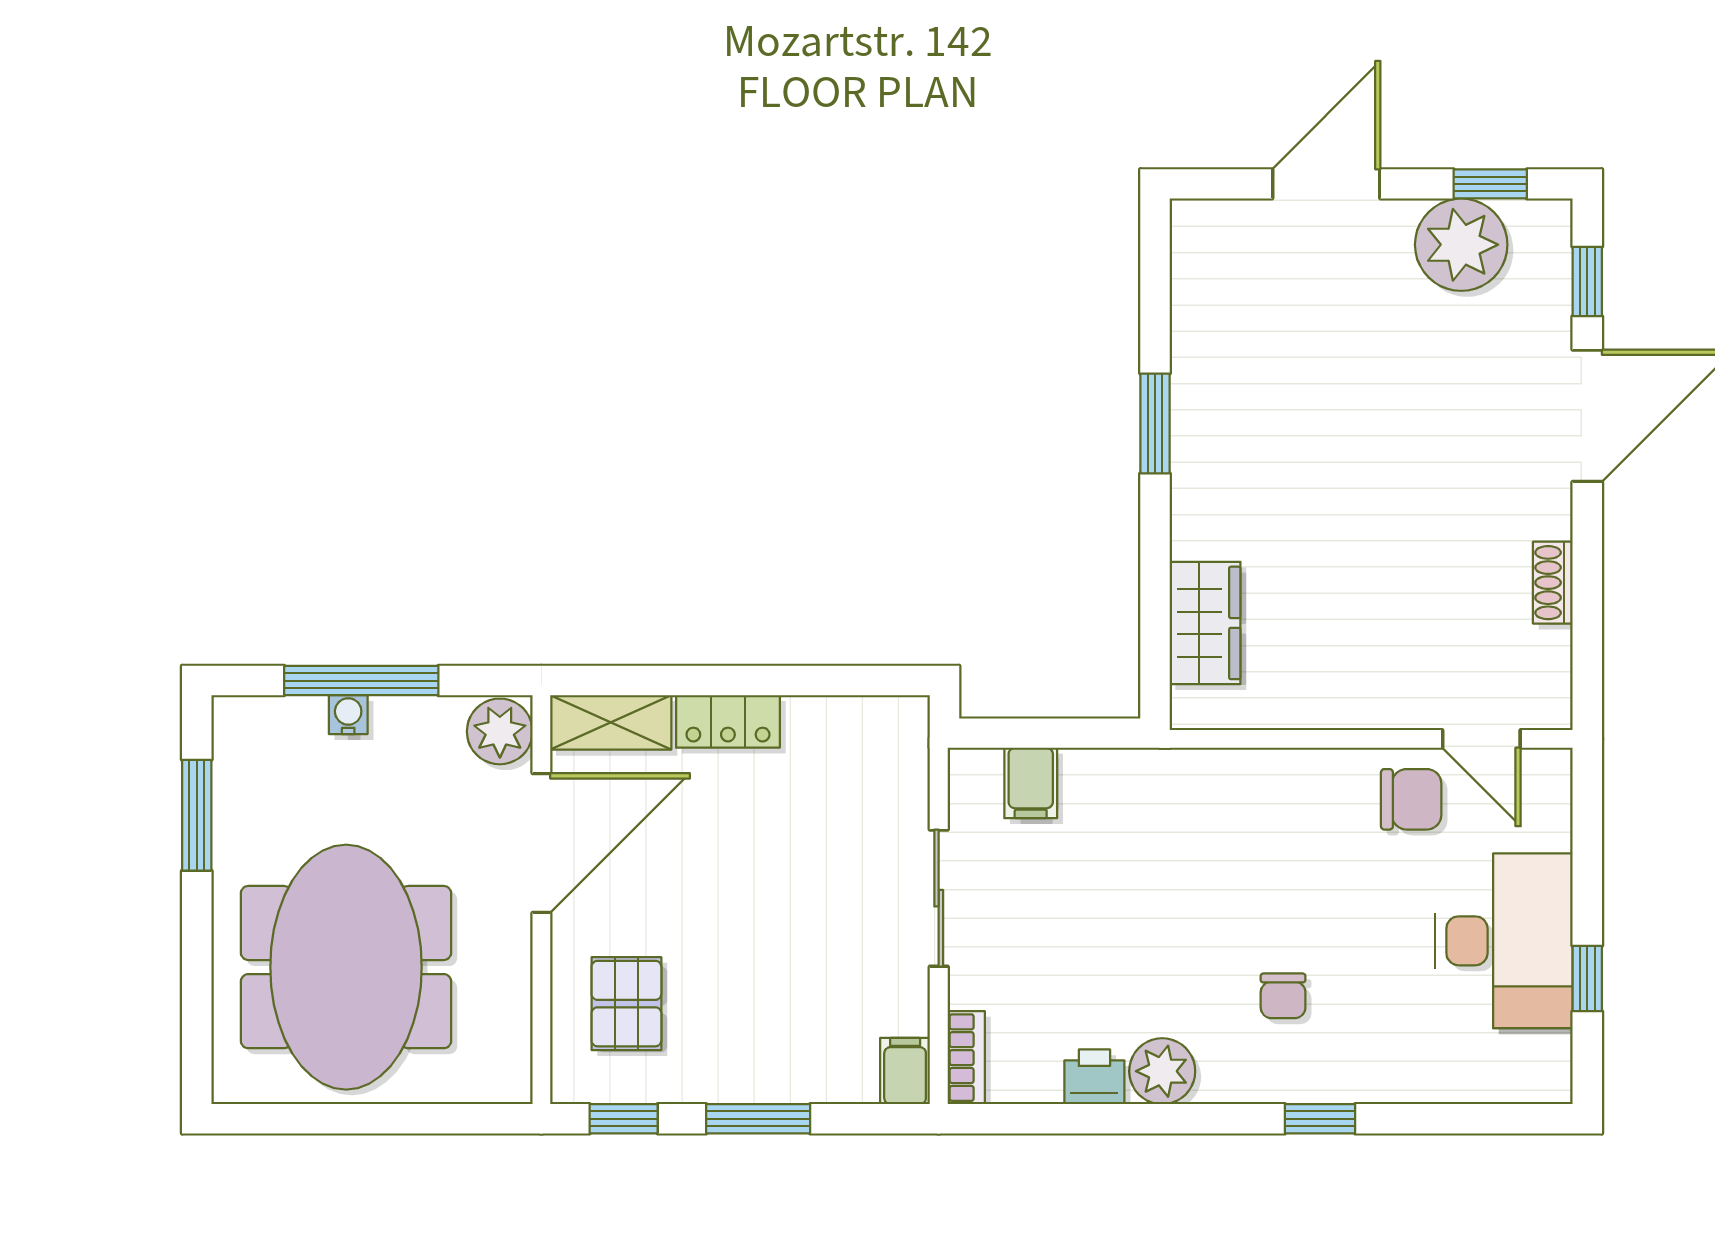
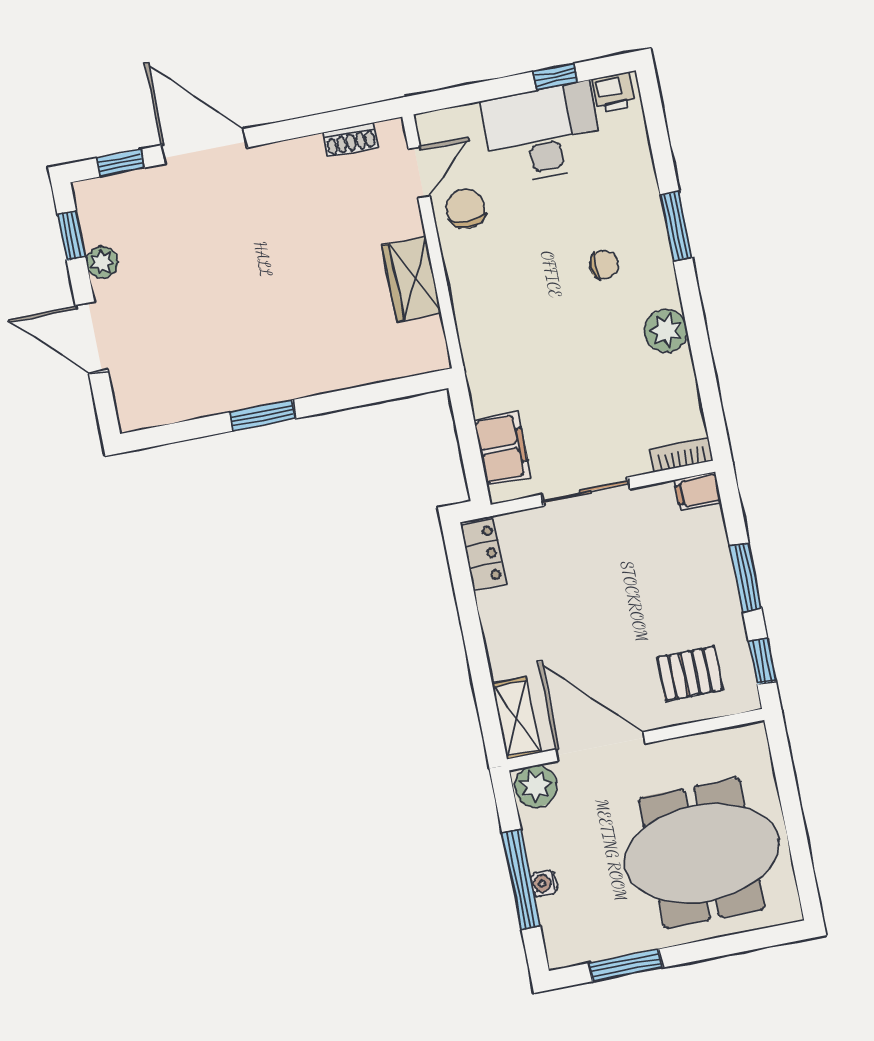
plant: (1461, 245) -> (102, 262), width x0.53, depth x0.53
shoe rack: (1553, 583) -> (351, 140), moved
wardrobe: (1205, 623) -> (411, 279), moved, turned -90
locker: (728, 721) -> (483, 554), moved
filing cabinet: (1031, 783) -> (502, 448), width x2.00
printer: (1094, 1077) -> (614, 92), moved, turned -90
window: (1320, 1119) -> (676, 226), width x1.50

